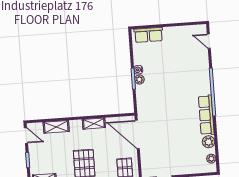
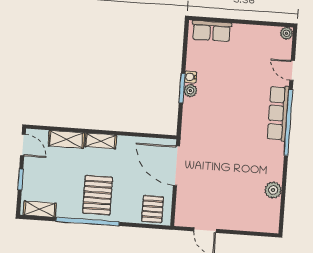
door: (209, 41) -> (292, 70), moved
row of seats: (206, 115) -> (278, 113), moved
shelving: (94, 124) -> (101, 141), moved
plant: (211, 159) -> (286, 33), moved

